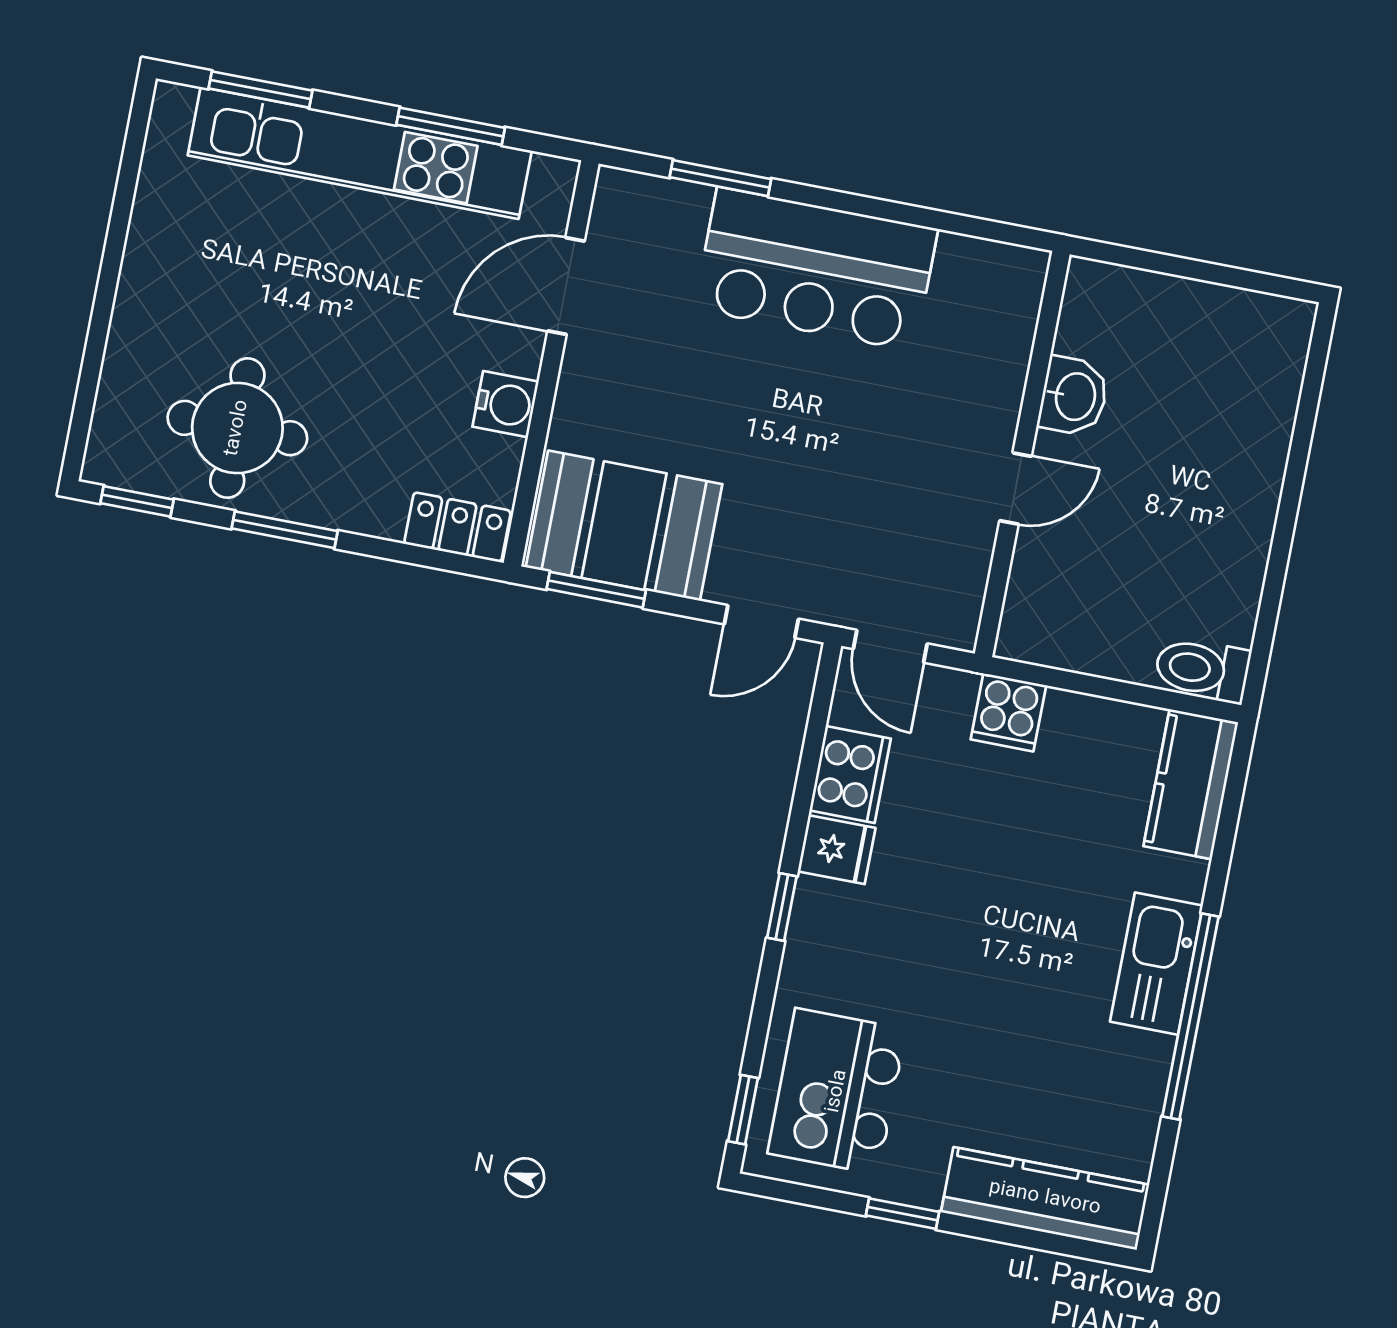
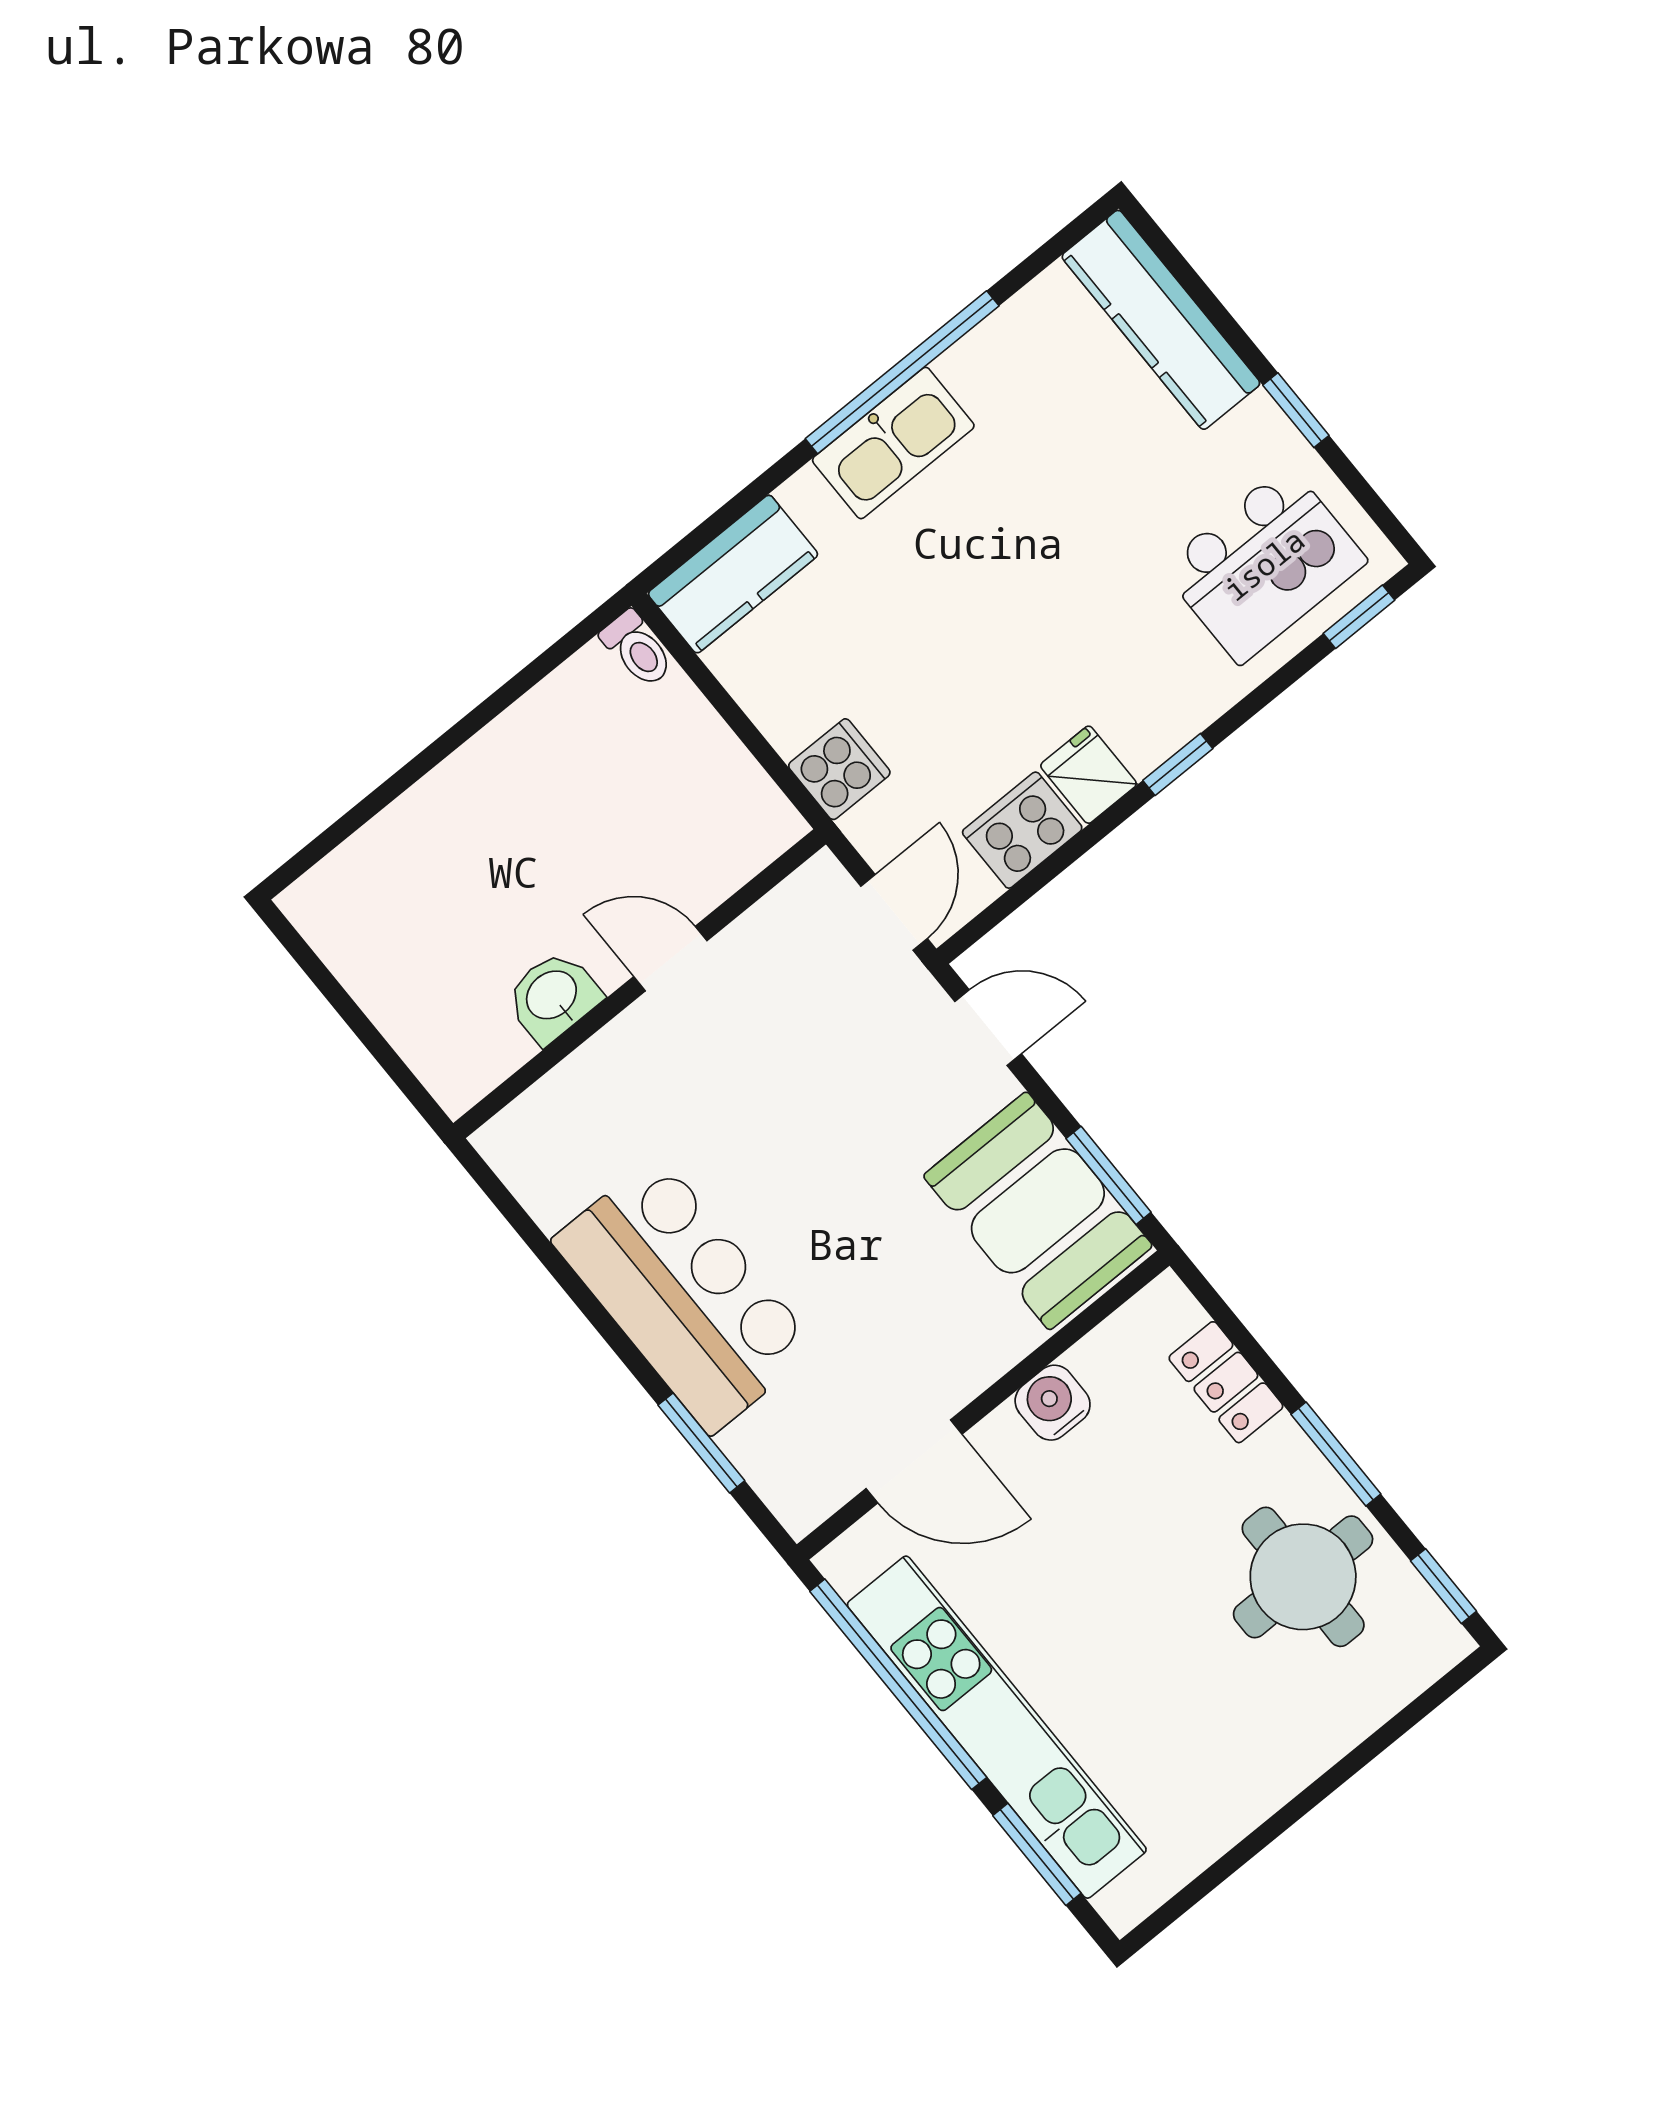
window: (451, 126) -> (898, 1684), width x2.11
locker: (457, 527) -> (1226, 1382), moved
toilet: (1202, 670) -> (637, 649), width x0.73, depth x0.72

